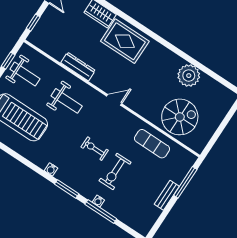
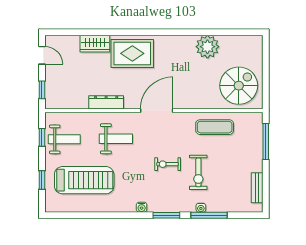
door: (114, 100) -> (157, 111), width x1.88
spiral stairs: (180, 117) -> (239, 86), moved
bench: (167, 195) -> (257, 188), moved

